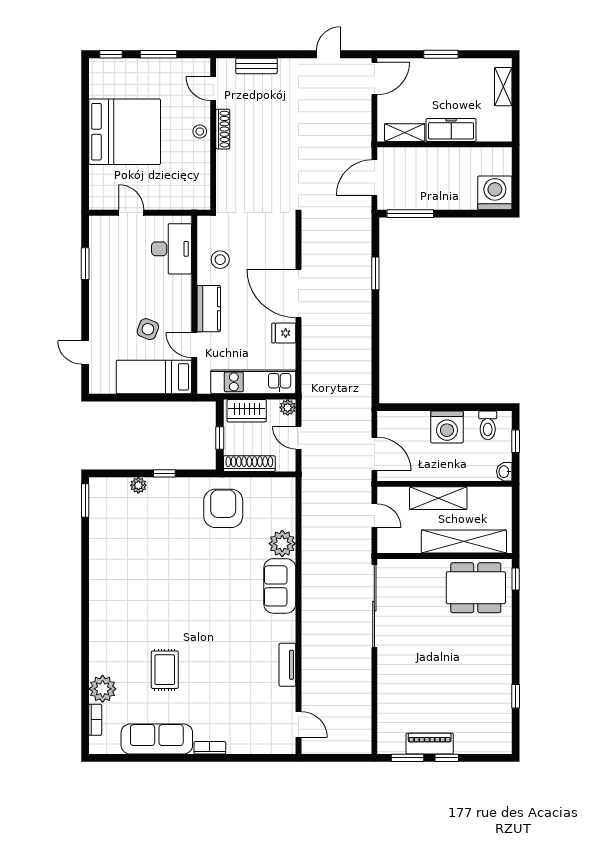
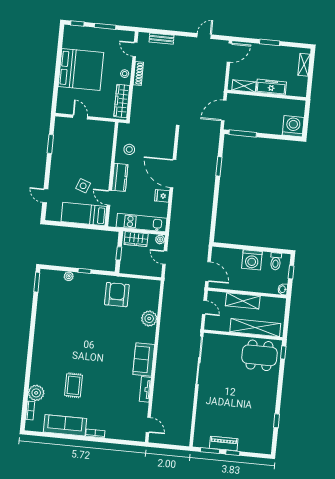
wardrobe: (199, 178) -> (122, 101), added
desk: (171, 249) -> (101, 140), removed
shoe rack: (249, 464) -> (135, 270), removed
sofa: (280, 586) -> (144, 360), moved

